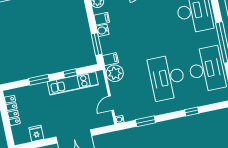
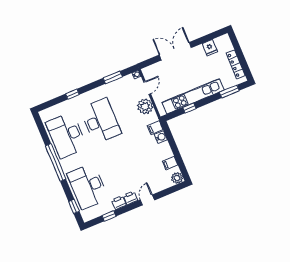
water cooler: (103, 30) -> (161, 137), moved
window: (97, 44) -> (170, 139), removed
plant: (115, 73) -> (145, 106), moved
window: (39, 80) -> (229, 91), moved
kitchen unit: (73, 83) -> (193, 96), width x1.36

